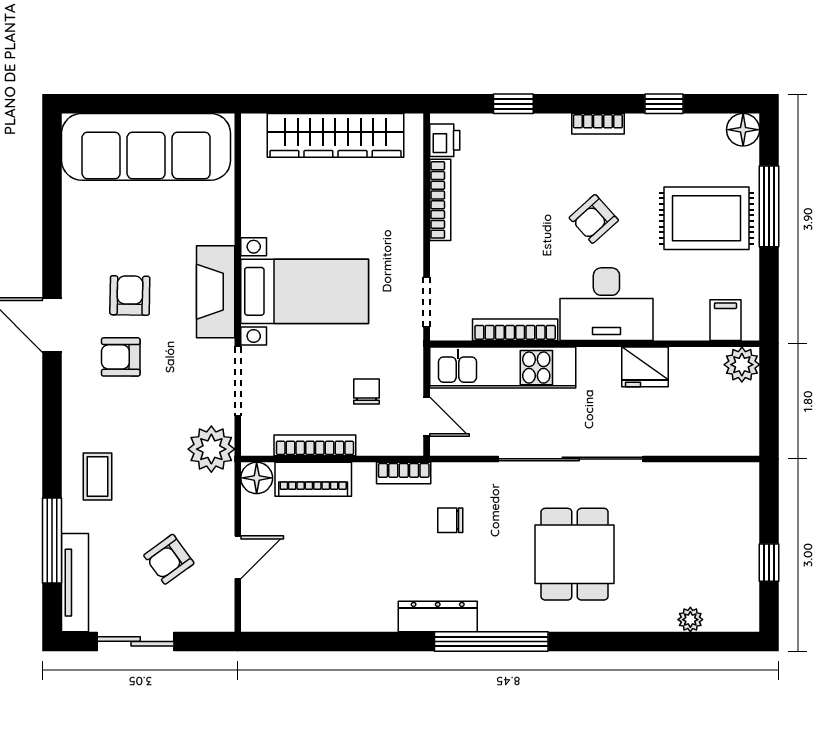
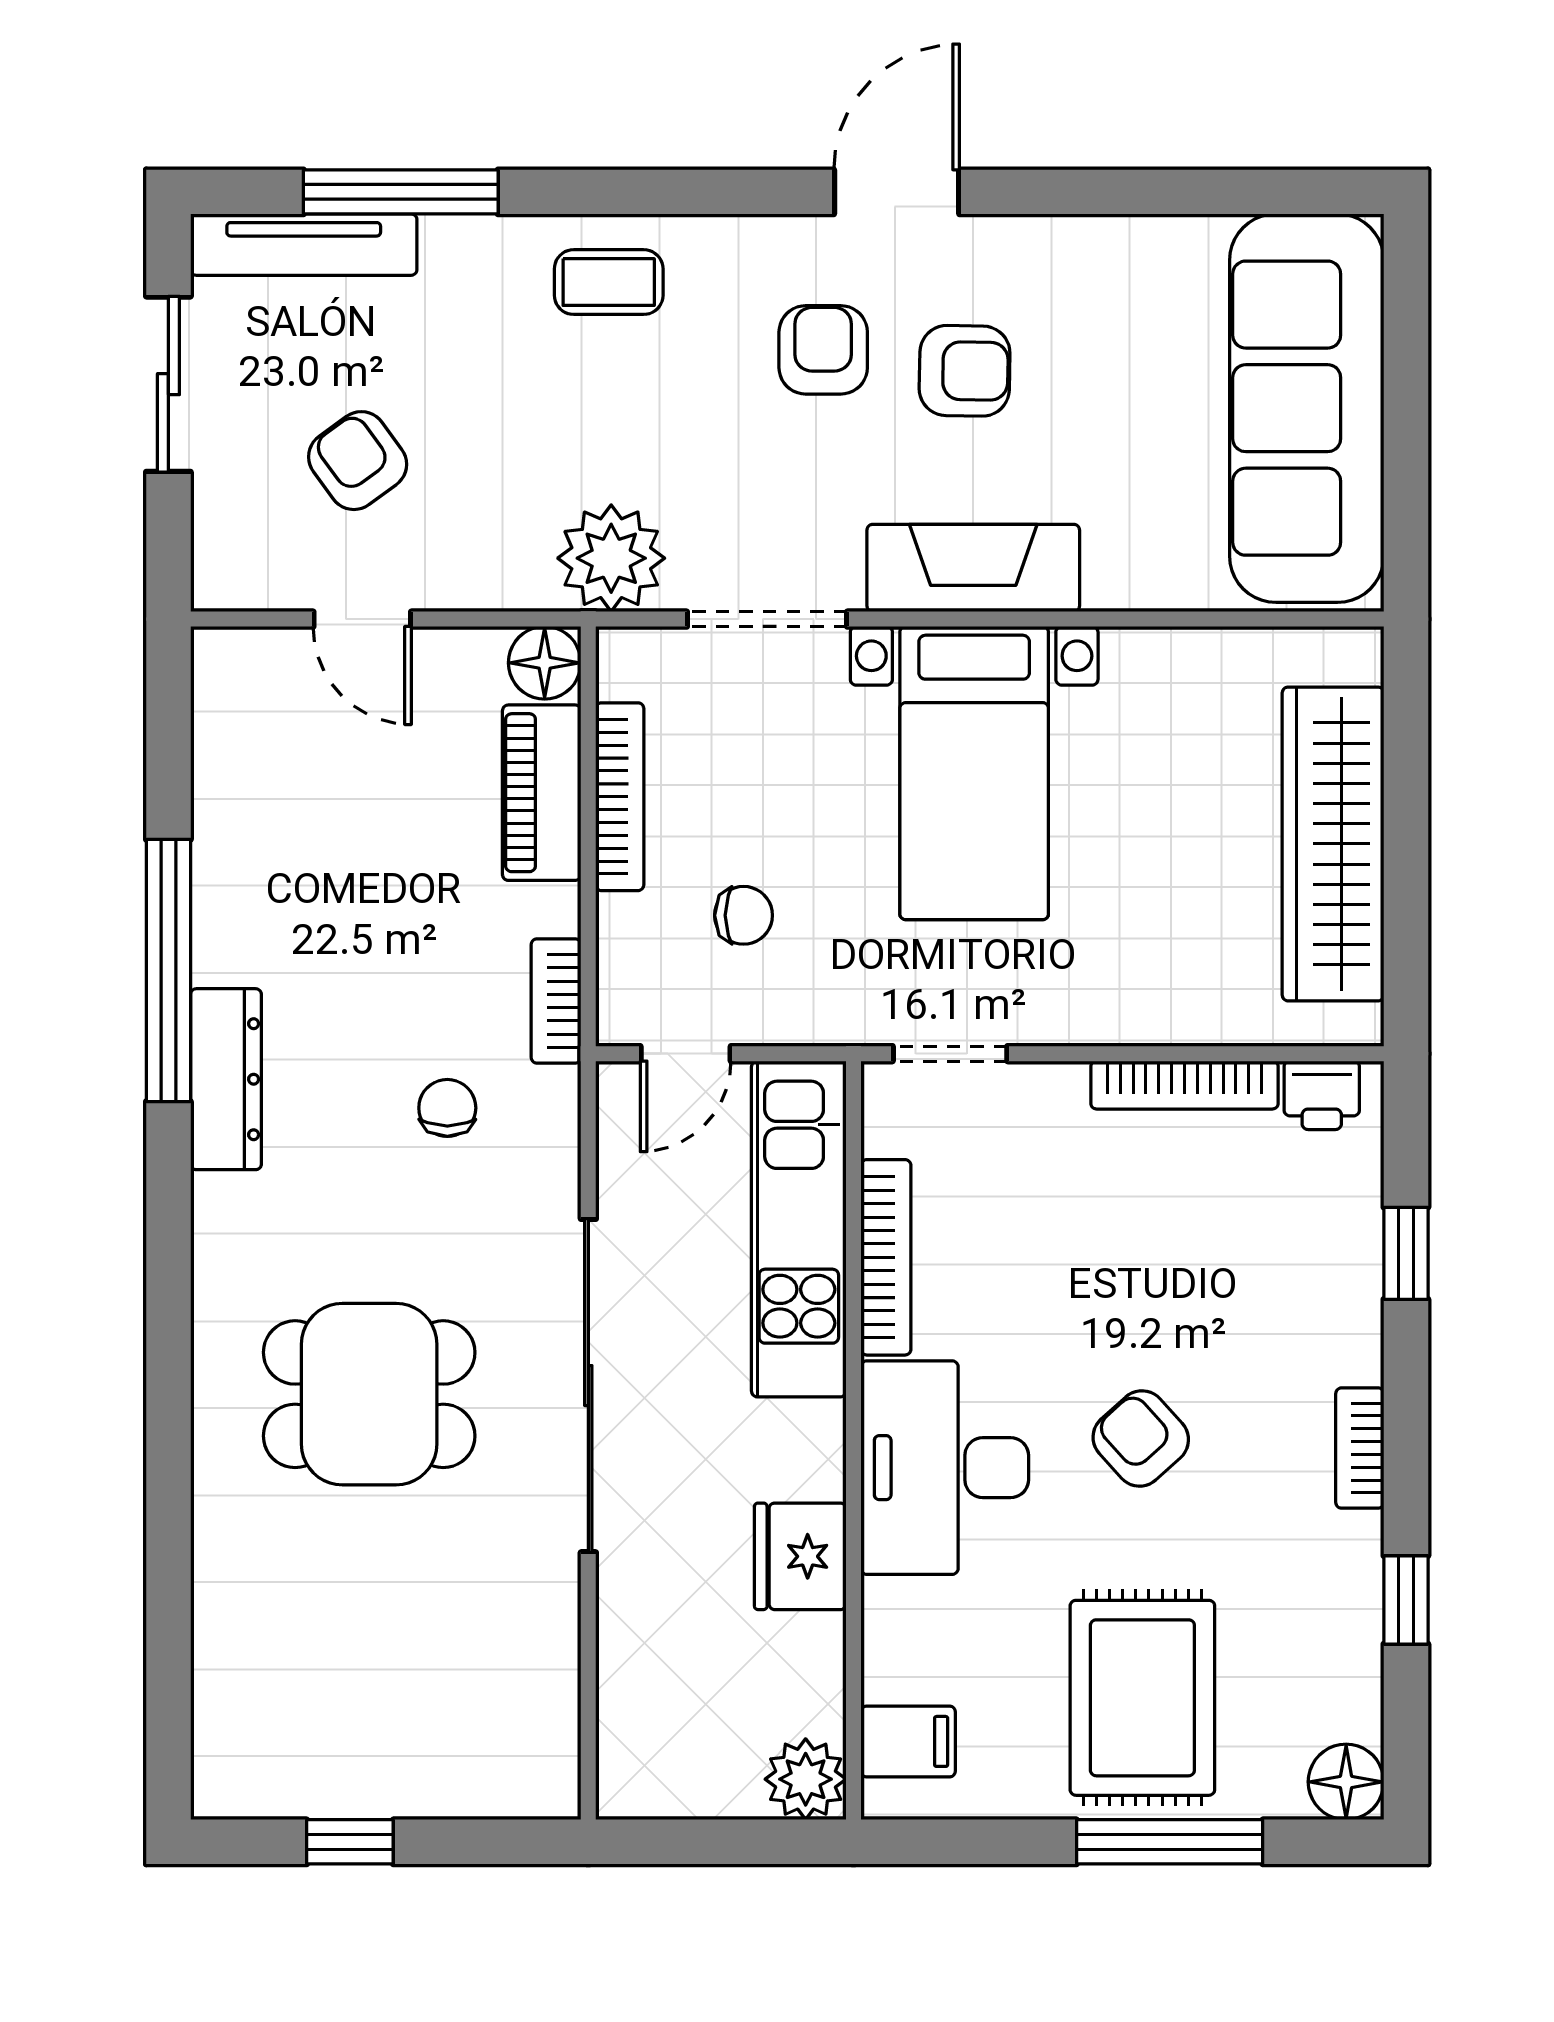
coffee table: (98, 477) -> (609, 282), moved
plant: (690, 620) -> (219, 1661), removed
window: (491, 641) -> (168, 970), moved

